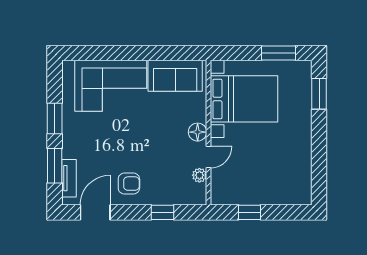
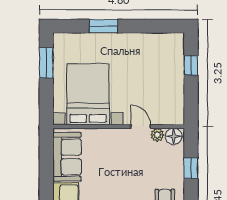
window: (319, 94) -> (104, 26), moved
floor lamp: (198, 132) -> (173, 136), moved
window: (249, 212) -> (191, 65), moved

